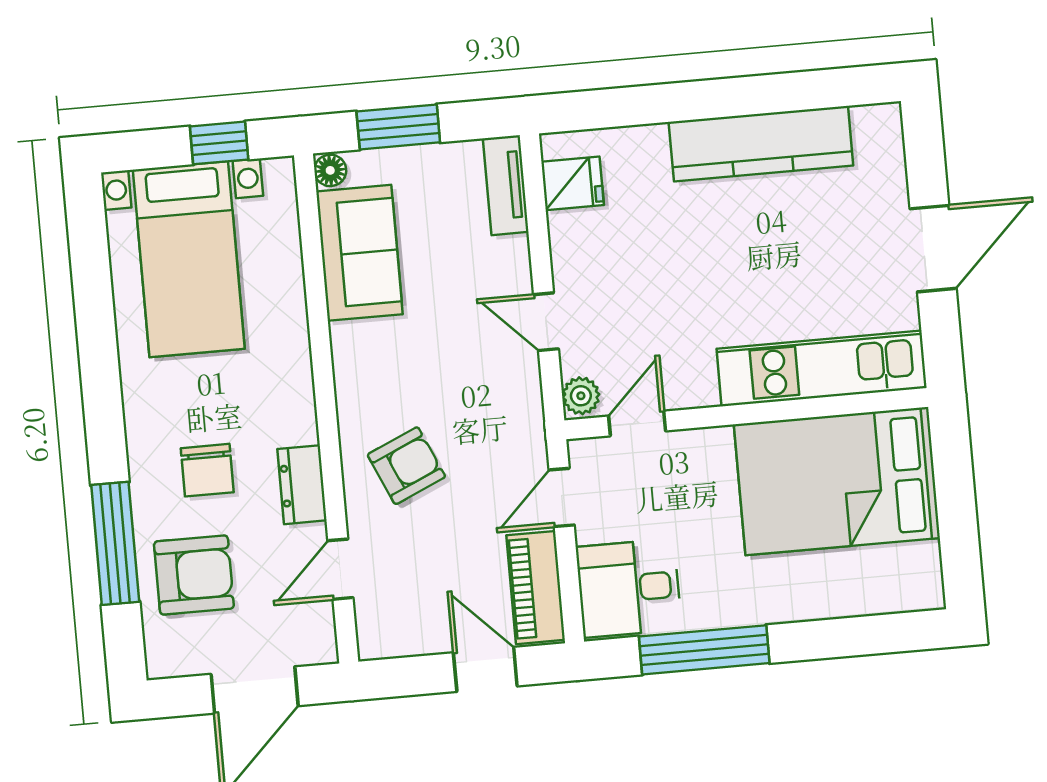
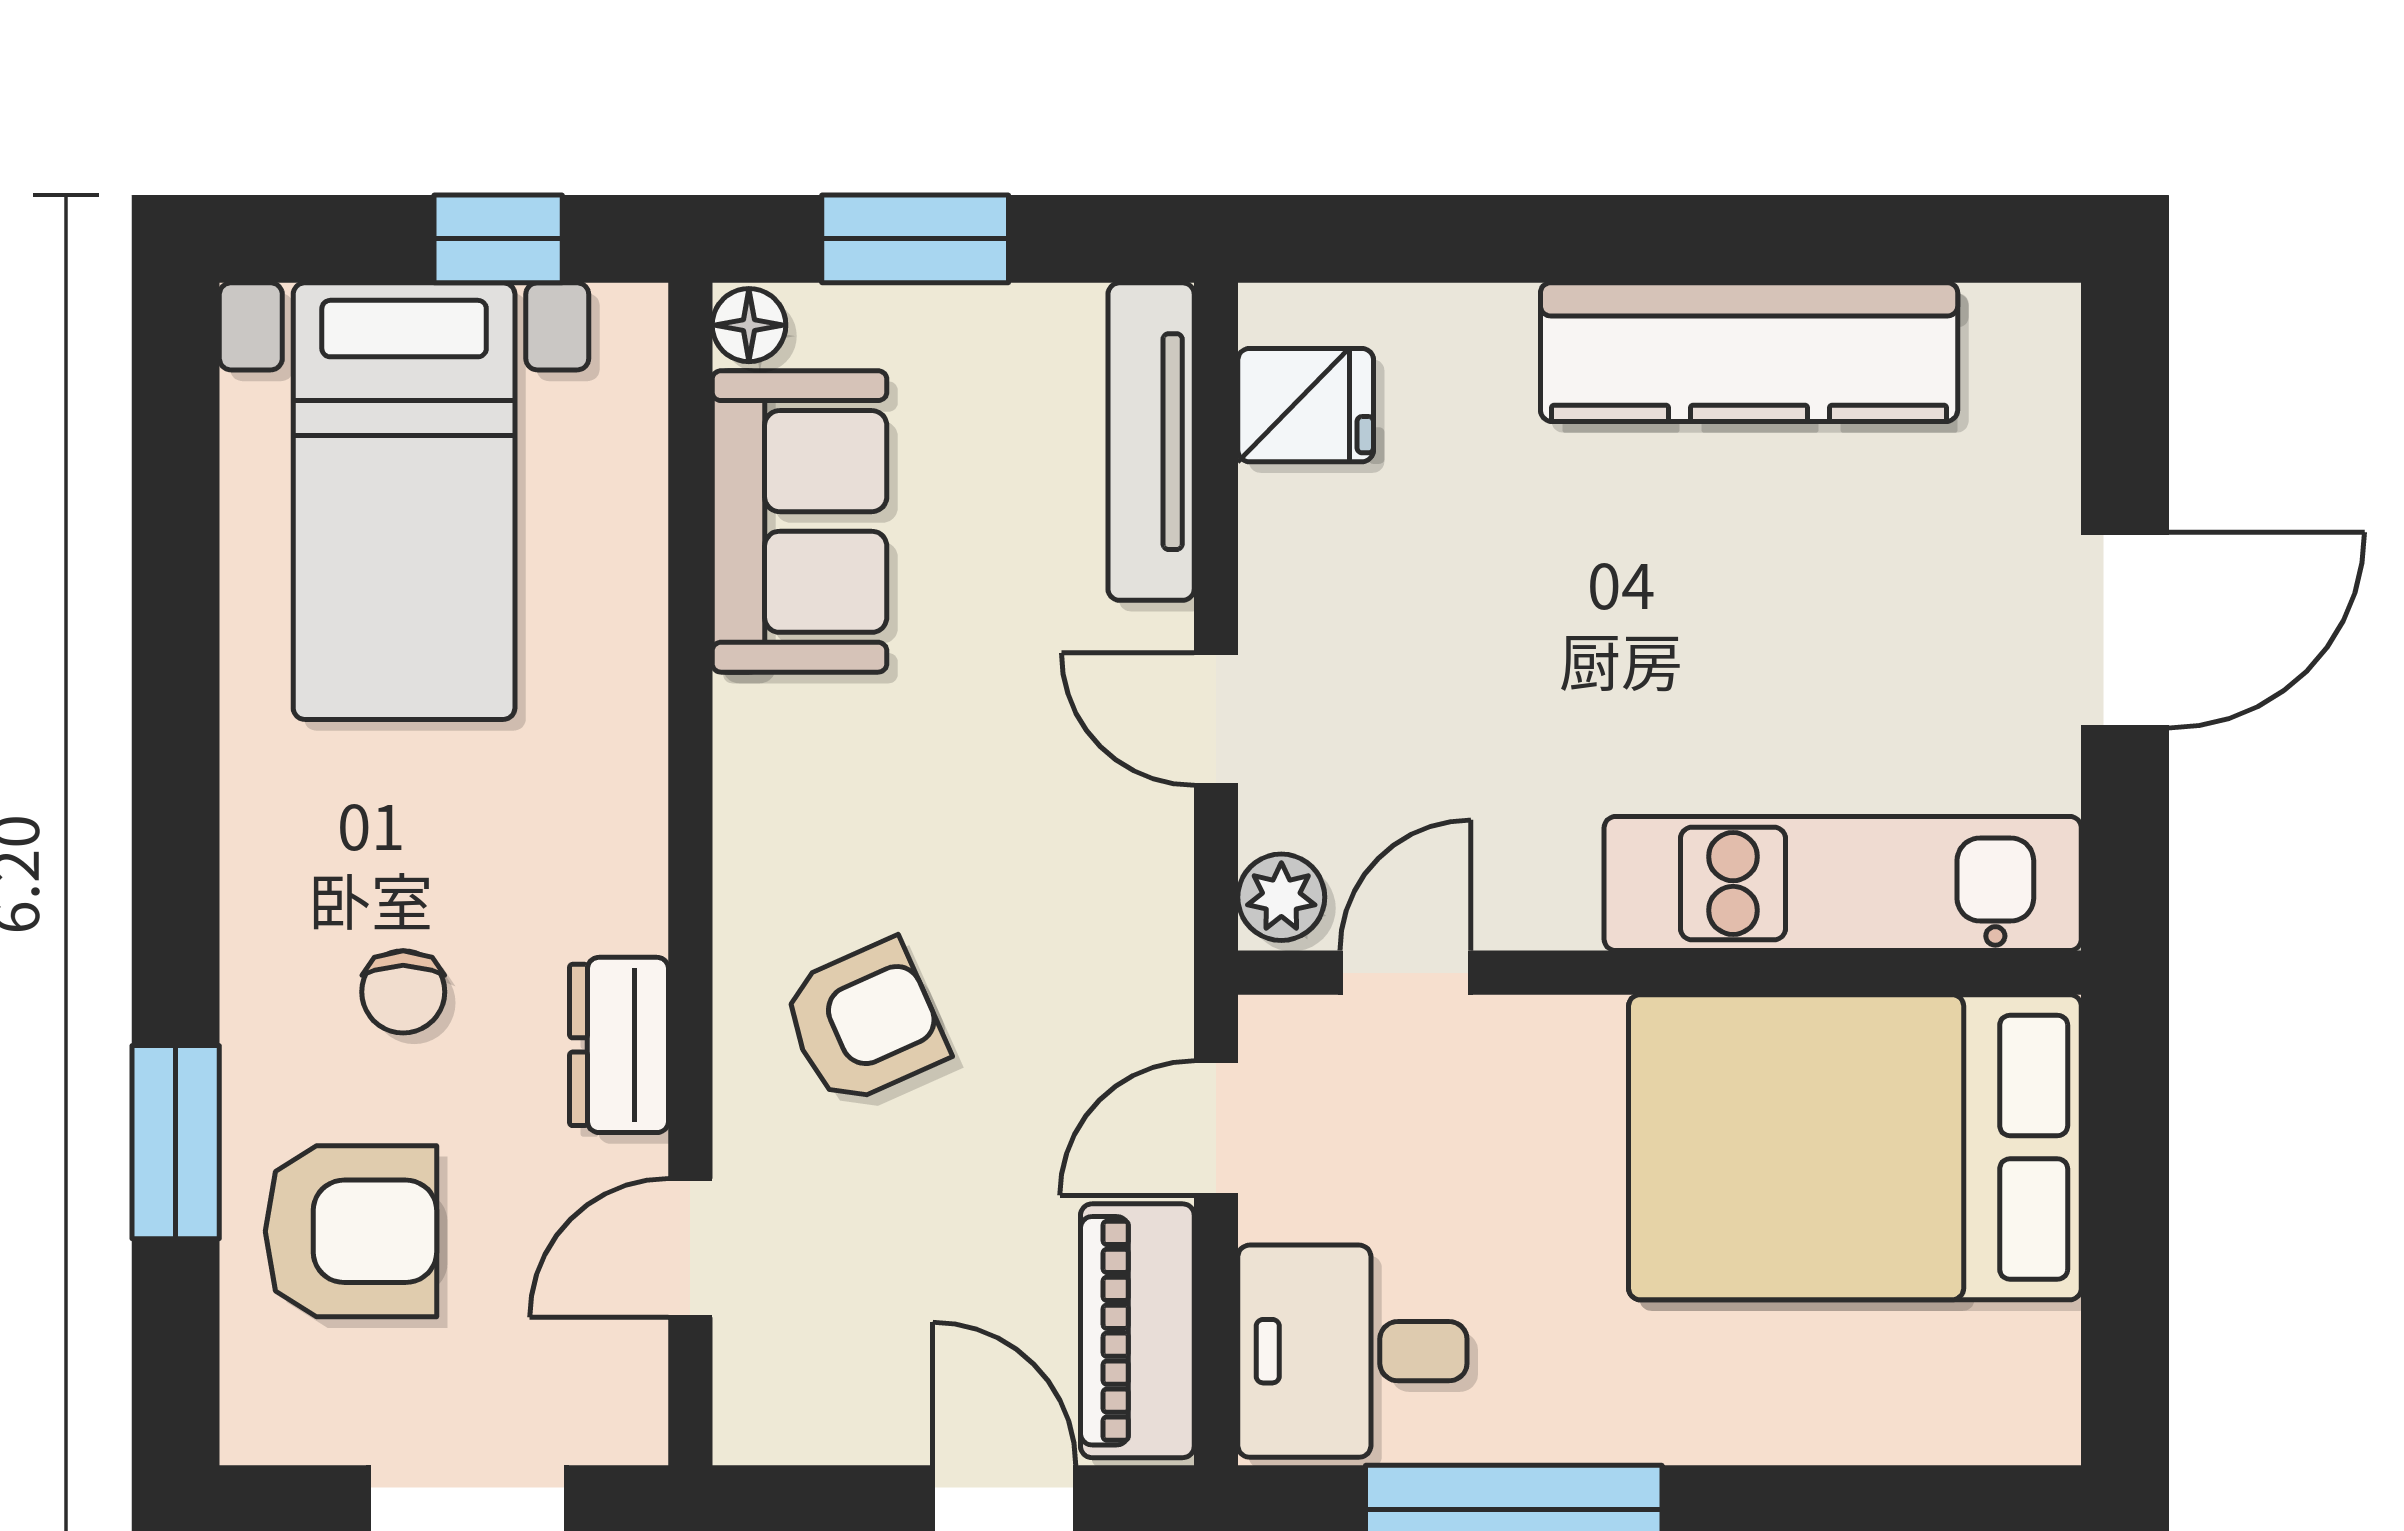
tv unit: (506, 185) -> (1151, 442), width x1.41
chair: (207, 470) -> (403, 992), width x0.73, depth x0.73
window: (115, 543) -> (176, 1142), width x0.69

